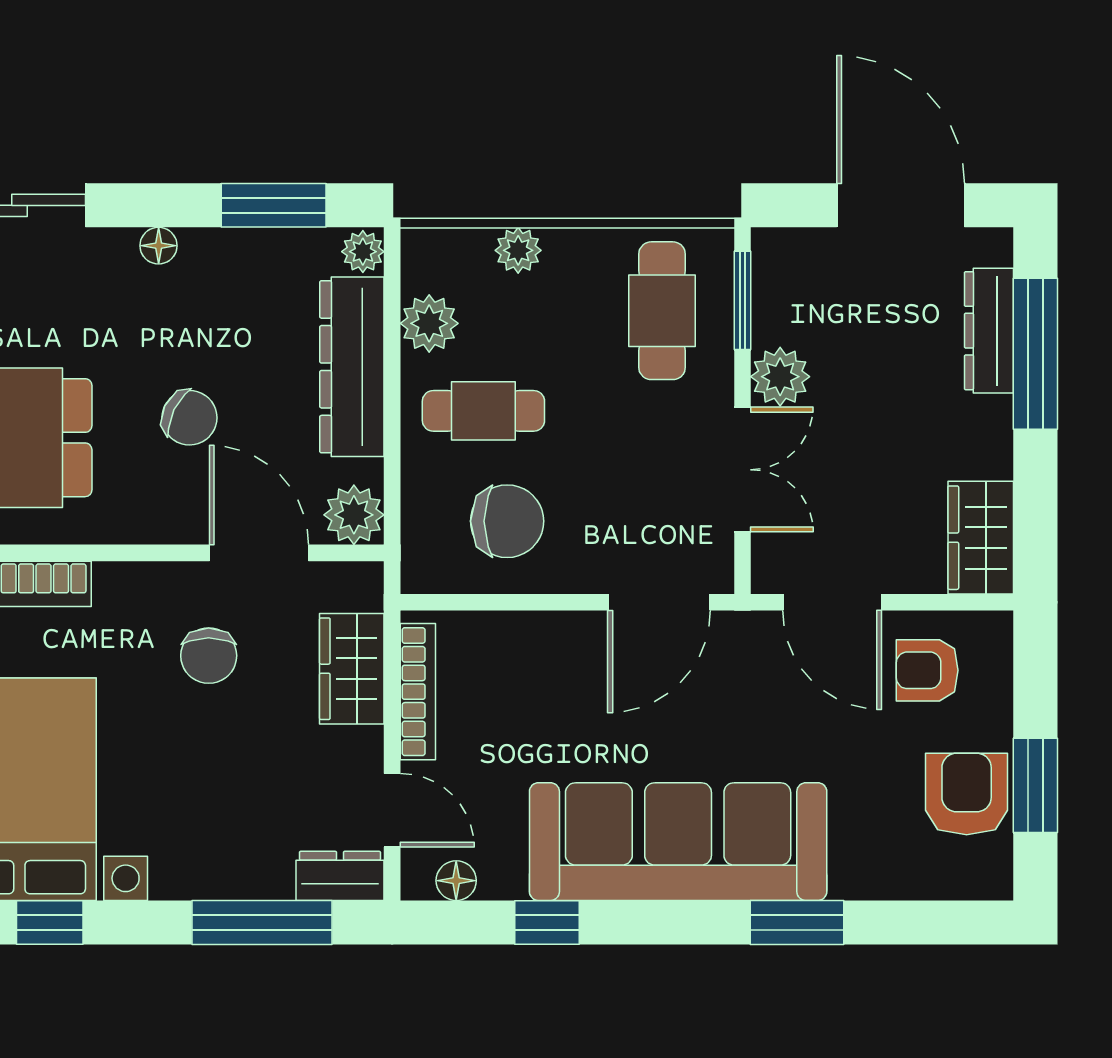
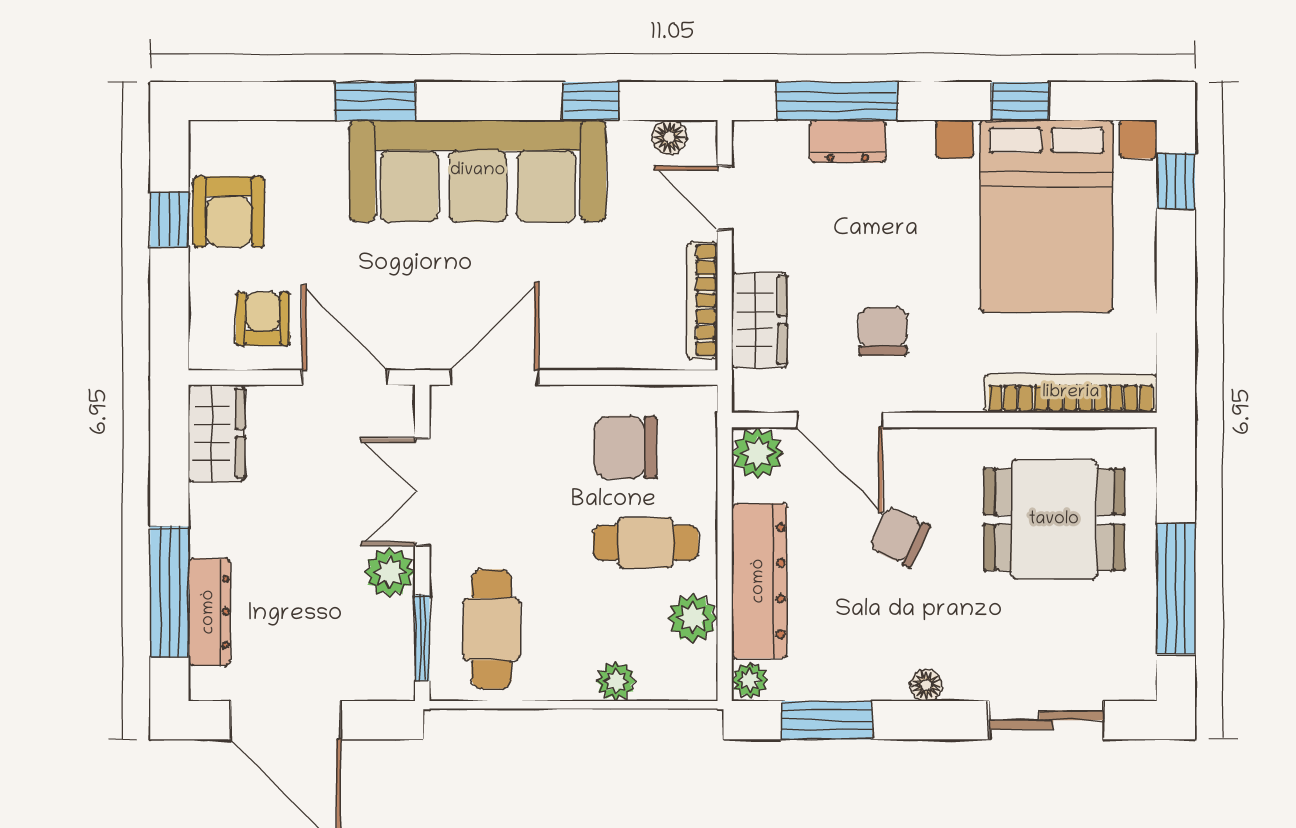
armchair: (927, 670) -> (263, 319), turned -90
window: (1035, 785) -> (169, 219), width x0.67
dresser: (340, 876) -> (848, 141), moved

